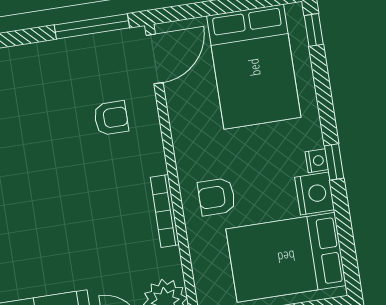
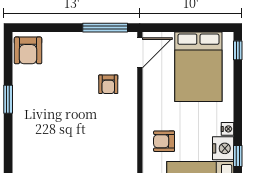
armchair: (111, 118) -> (108, 84), turned 90
window: (334, 162) -> (238, 156), moved
bookcase: (165, 211) -> (132, 145), removed

